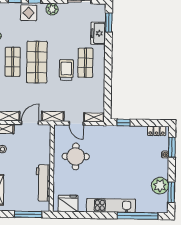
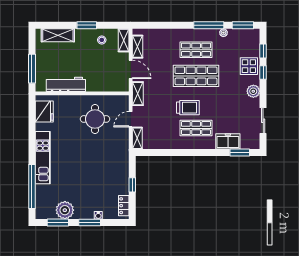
window: (123, 122) -> (132, 185), moved
window: (172, 147) -> (90, 223), moved

